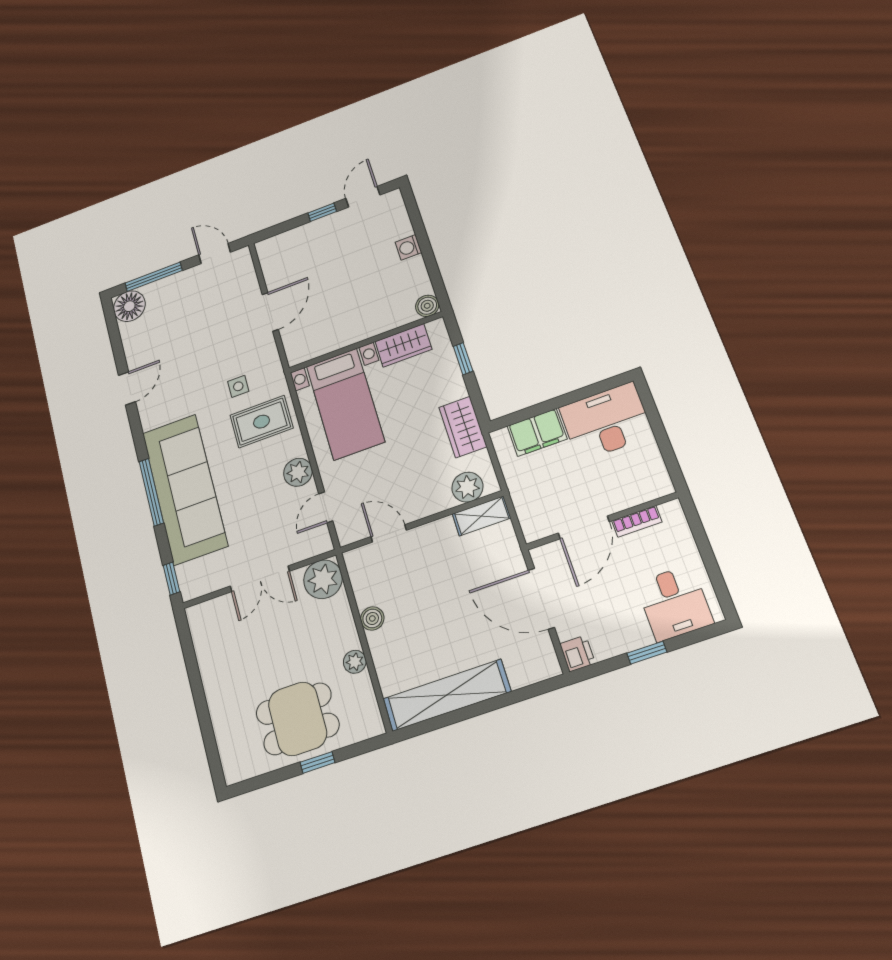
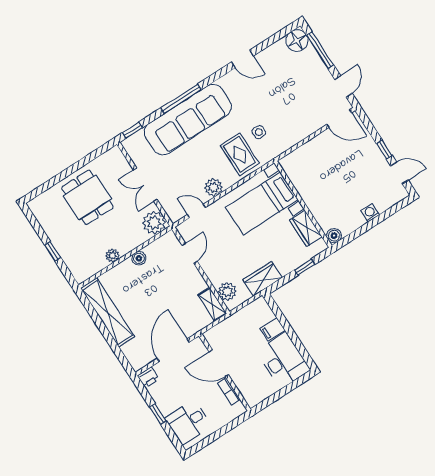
door: (270, 312) -> (339, 119), moved
filing cabinet: (537, 432) -> (273, 329), width x0.50
dining table: (298, 719) -> (88, 197), moved

